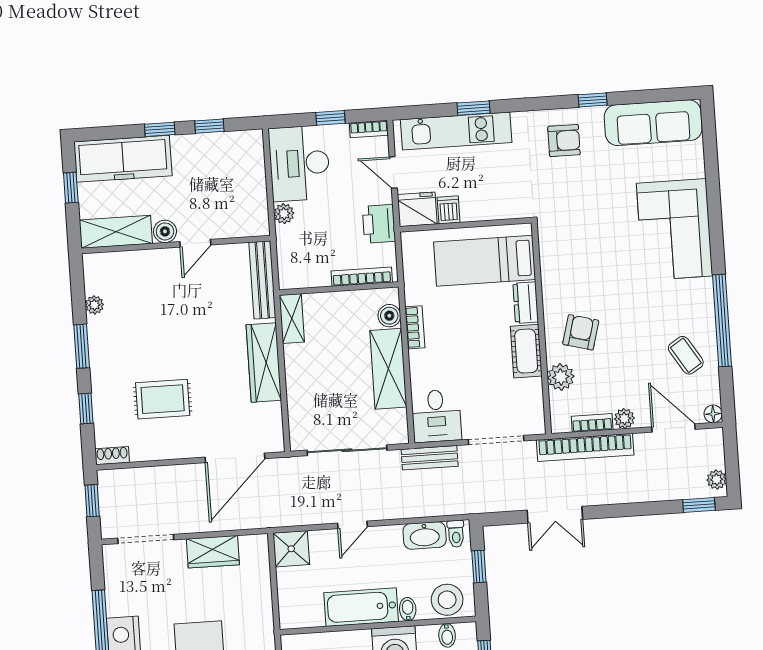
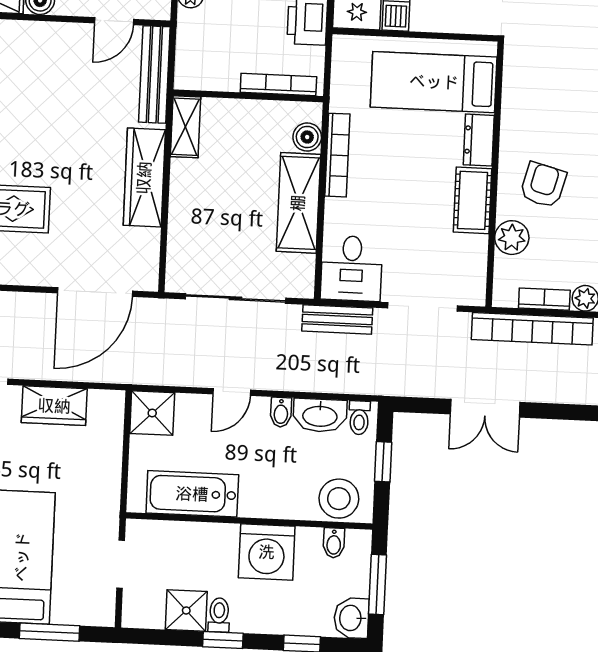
door: (195, 243) -> (114, 21), moved
bookcase: (415, 327) -> (337, 155), width x1.56
bathtub: (361, 607) -> (192, 494), moved
bidet: (408, 609) -> (281, 412), moved, turned 180

